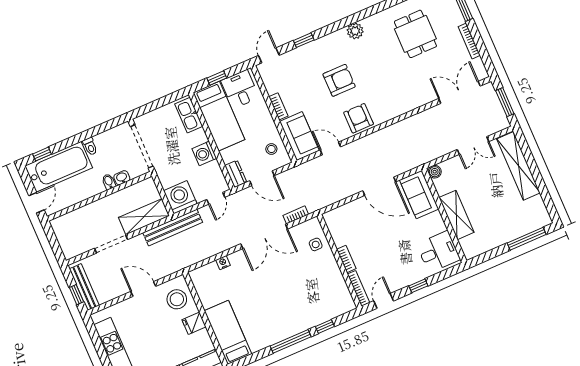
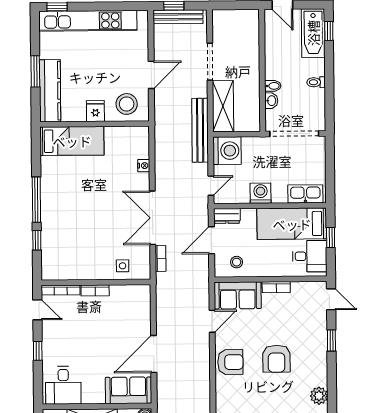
bathtub: (59, 167) -> (313, 33), width x0.73, depth x0.73
door: (216, 198) -> (211, 186), swing flipped

